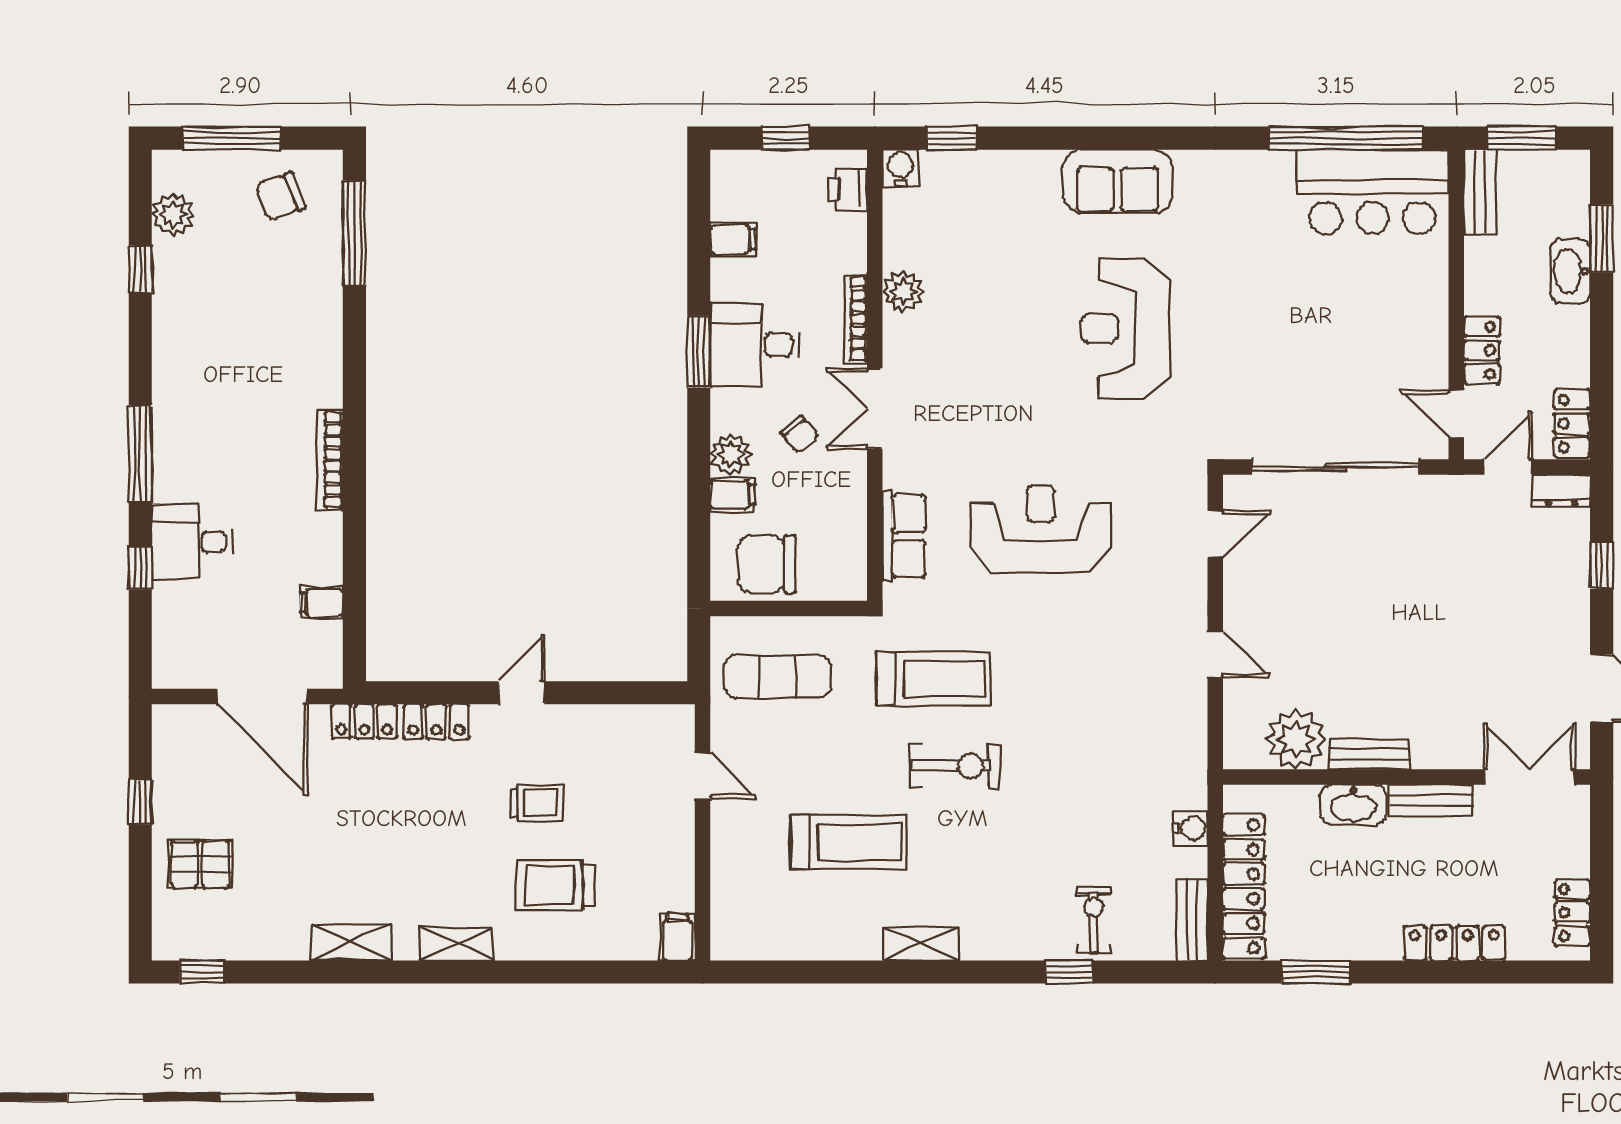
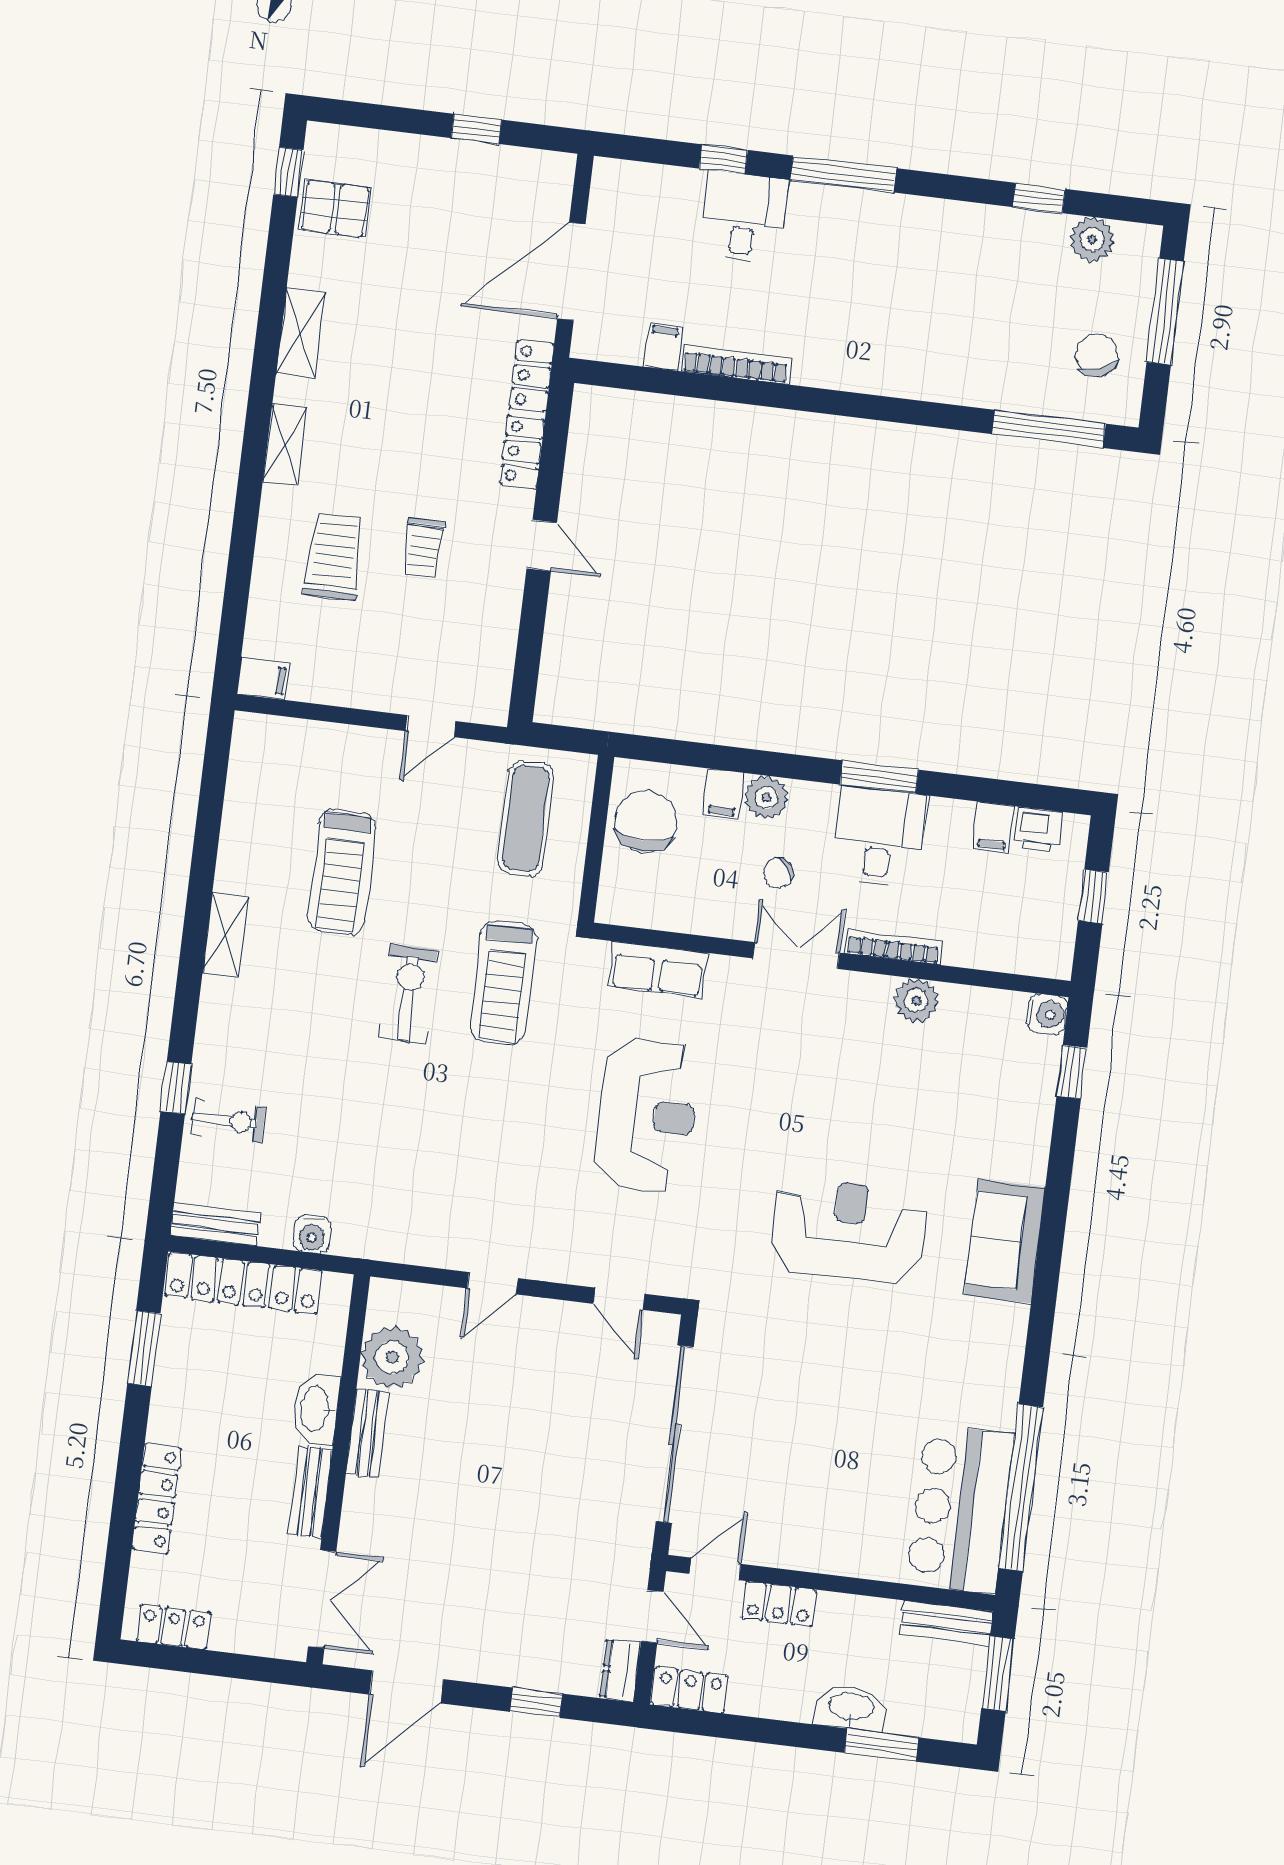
printer: (847, 189) -> (1038, 830), moved, turned 180
bookcase: (330, 460) -> (736, 364), moved
exercise bike: (955, 766) -> (408, 994), turned 180
pallet: (200, 864) -> (335, 209), moved, turned 90

